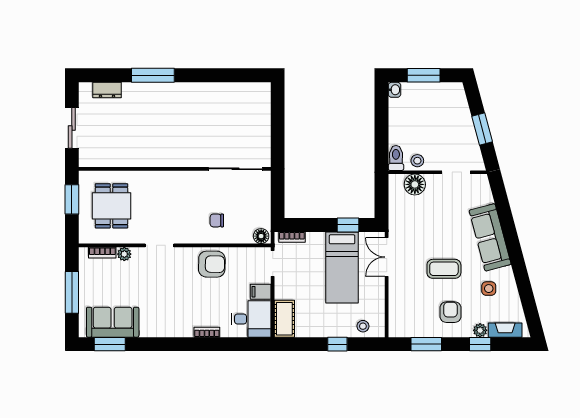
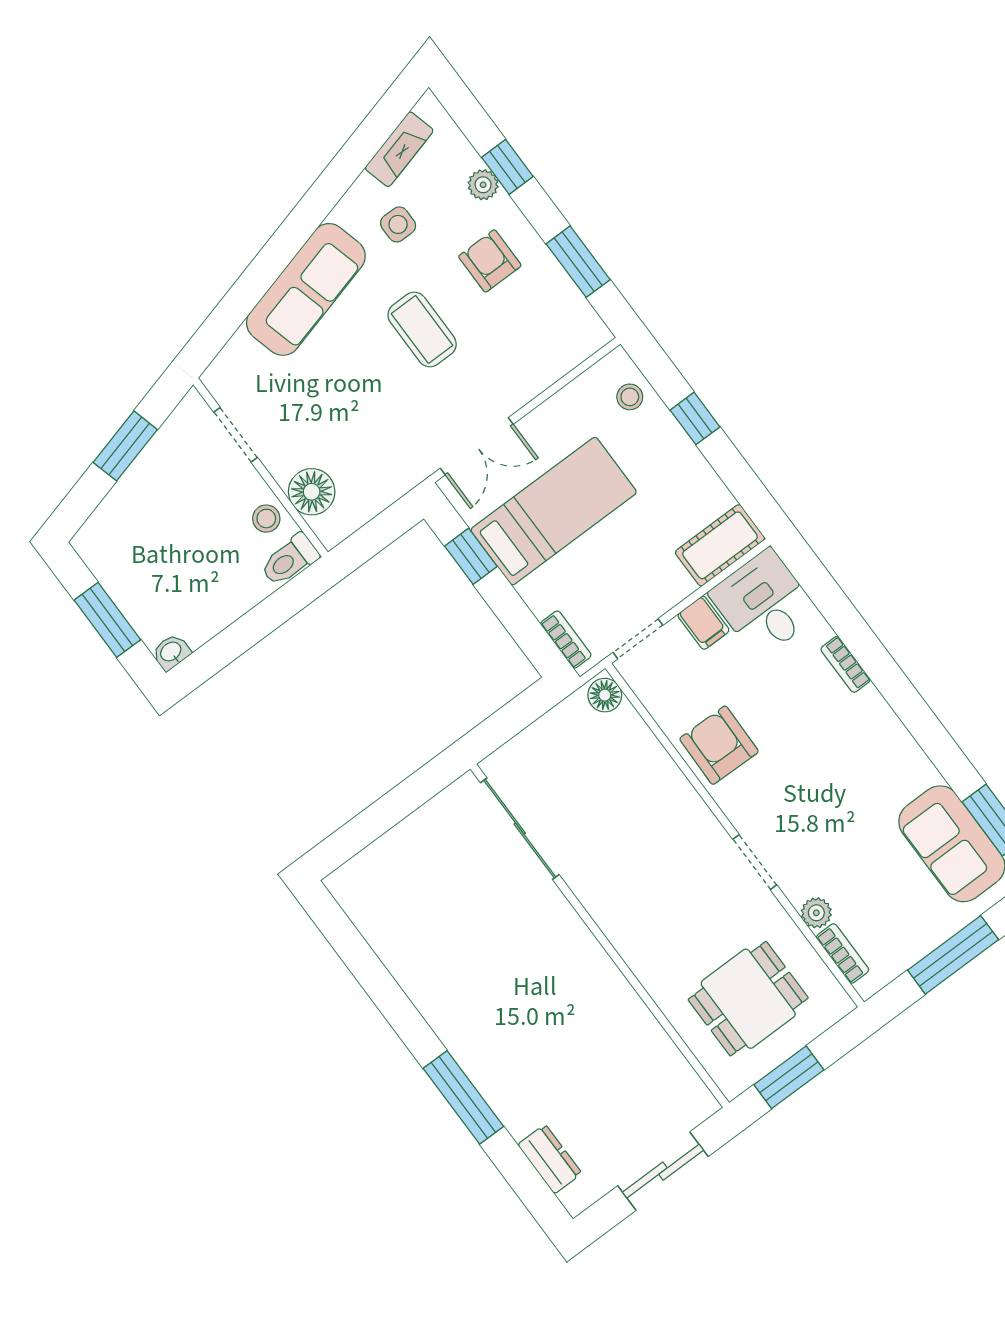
chair: (217, 220) -> (635, 794), removed
armchair: (450, 312) -> (490, 261), turned 90
fireplace: (505, 330) -> (399, 149), moved, turned -105

